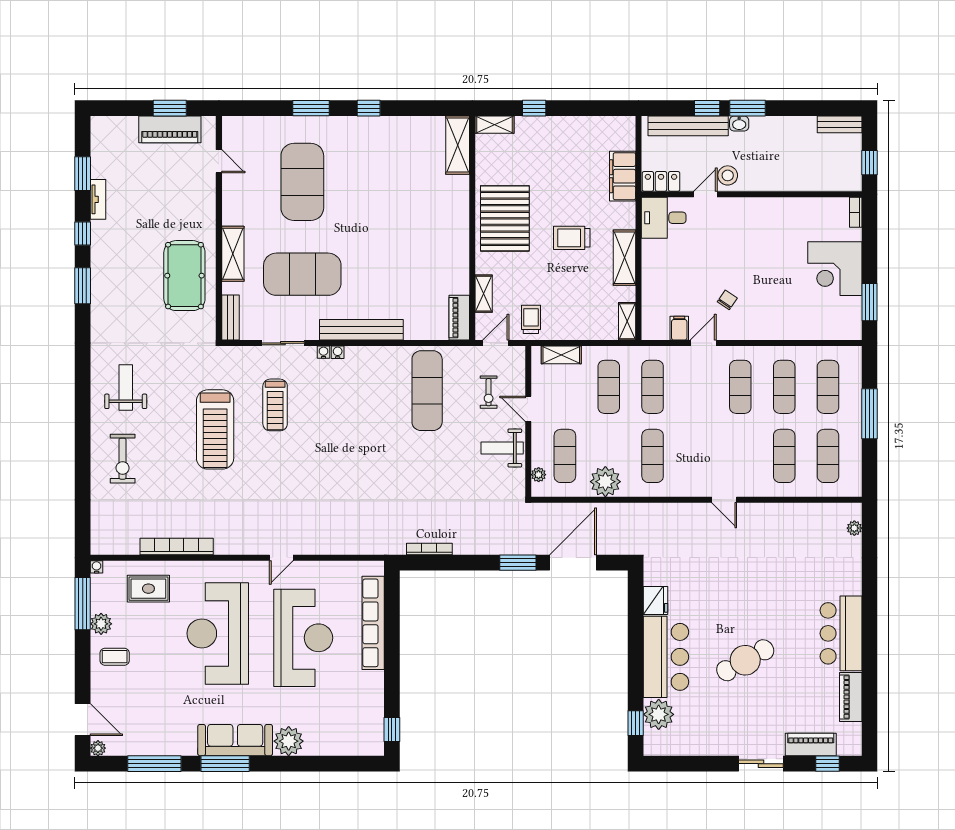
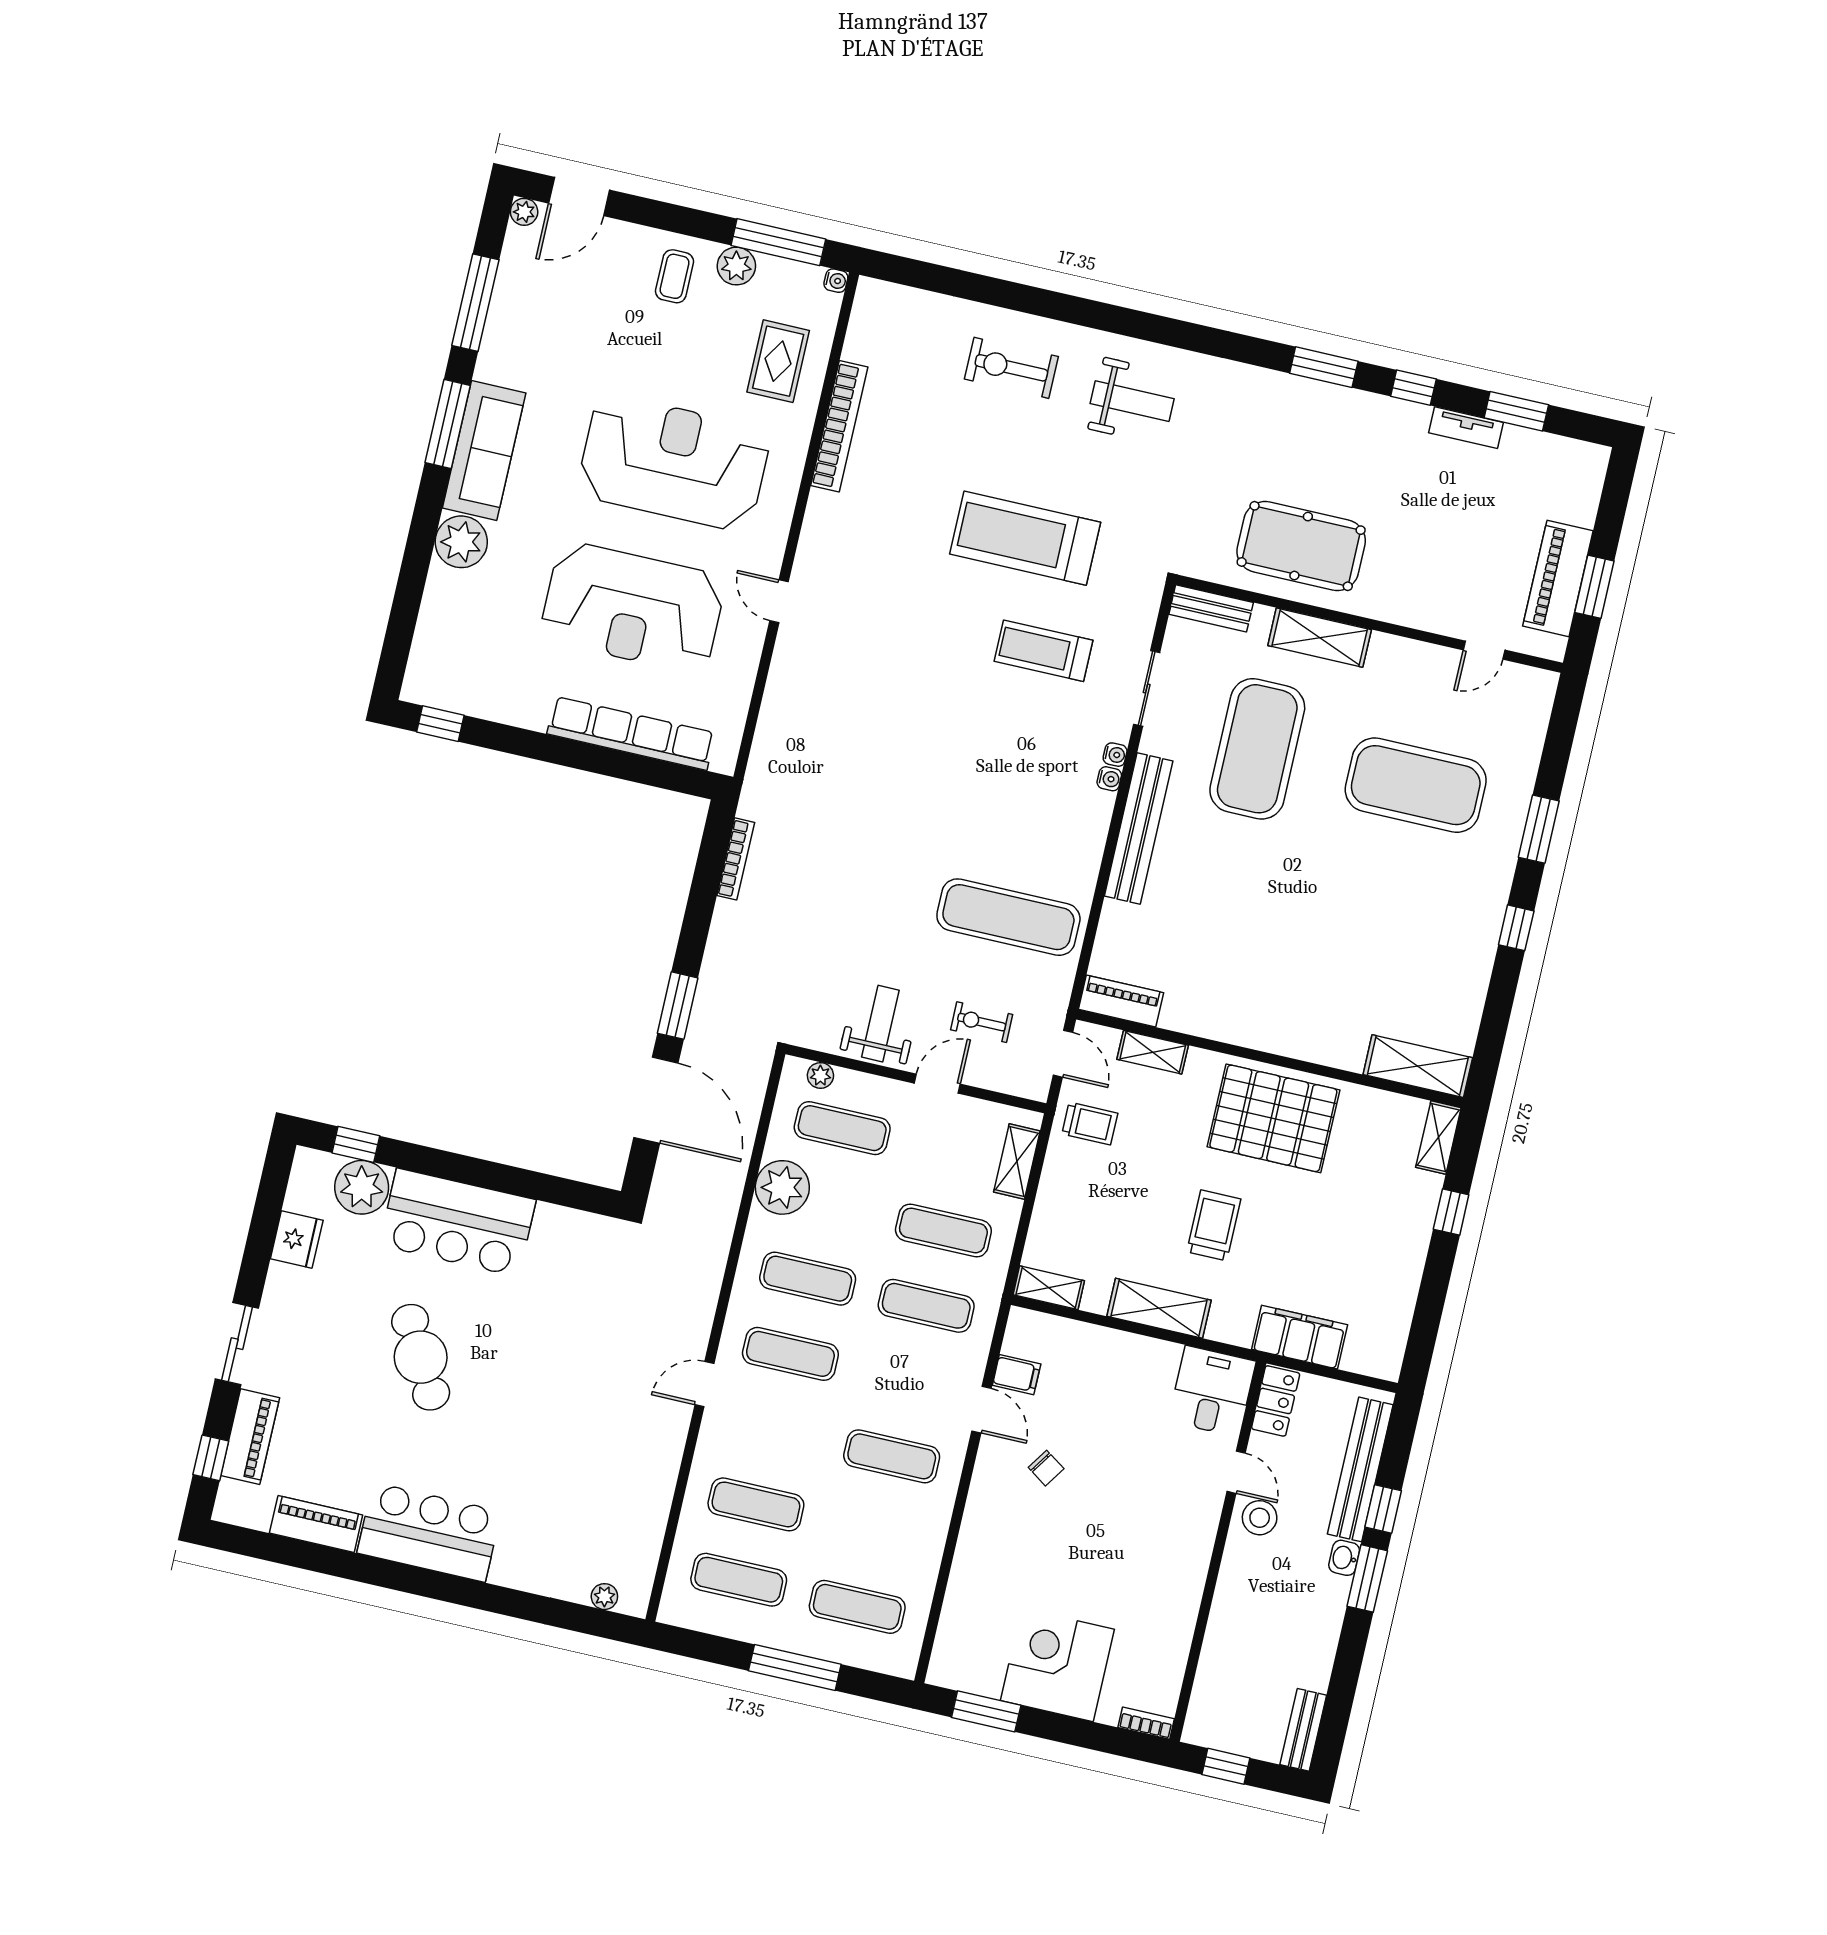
exercise mat: (784, 387) -> (790, 1354), moved
fridge: (655, 601) -> (297, 1240), moved, turned -90

